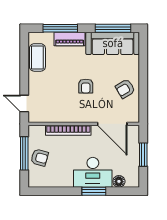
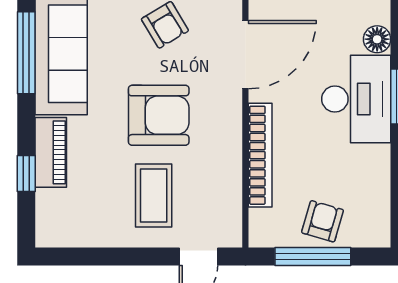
window: (60, 28) -> (26, 174), width x0.46
coffee table: (37, 57) -> (154, 196), moved, turned 90
armchair: (86, 86) -> (159, 115), width x1.88, depth x1.88

